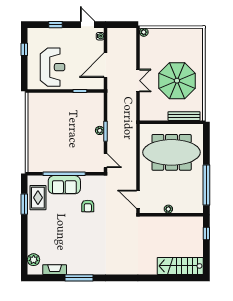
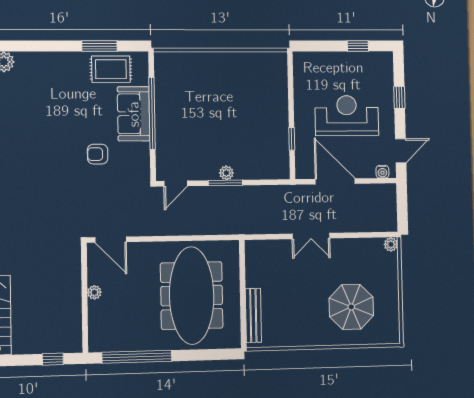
reception desk: (53, 67) -> (347, 116), moved, turned 180
parasol: (177, 81) -> (351, 307), moved, width x0.73, depth x0.73
door: (138, 199) -> (111, 240), swing flipped

